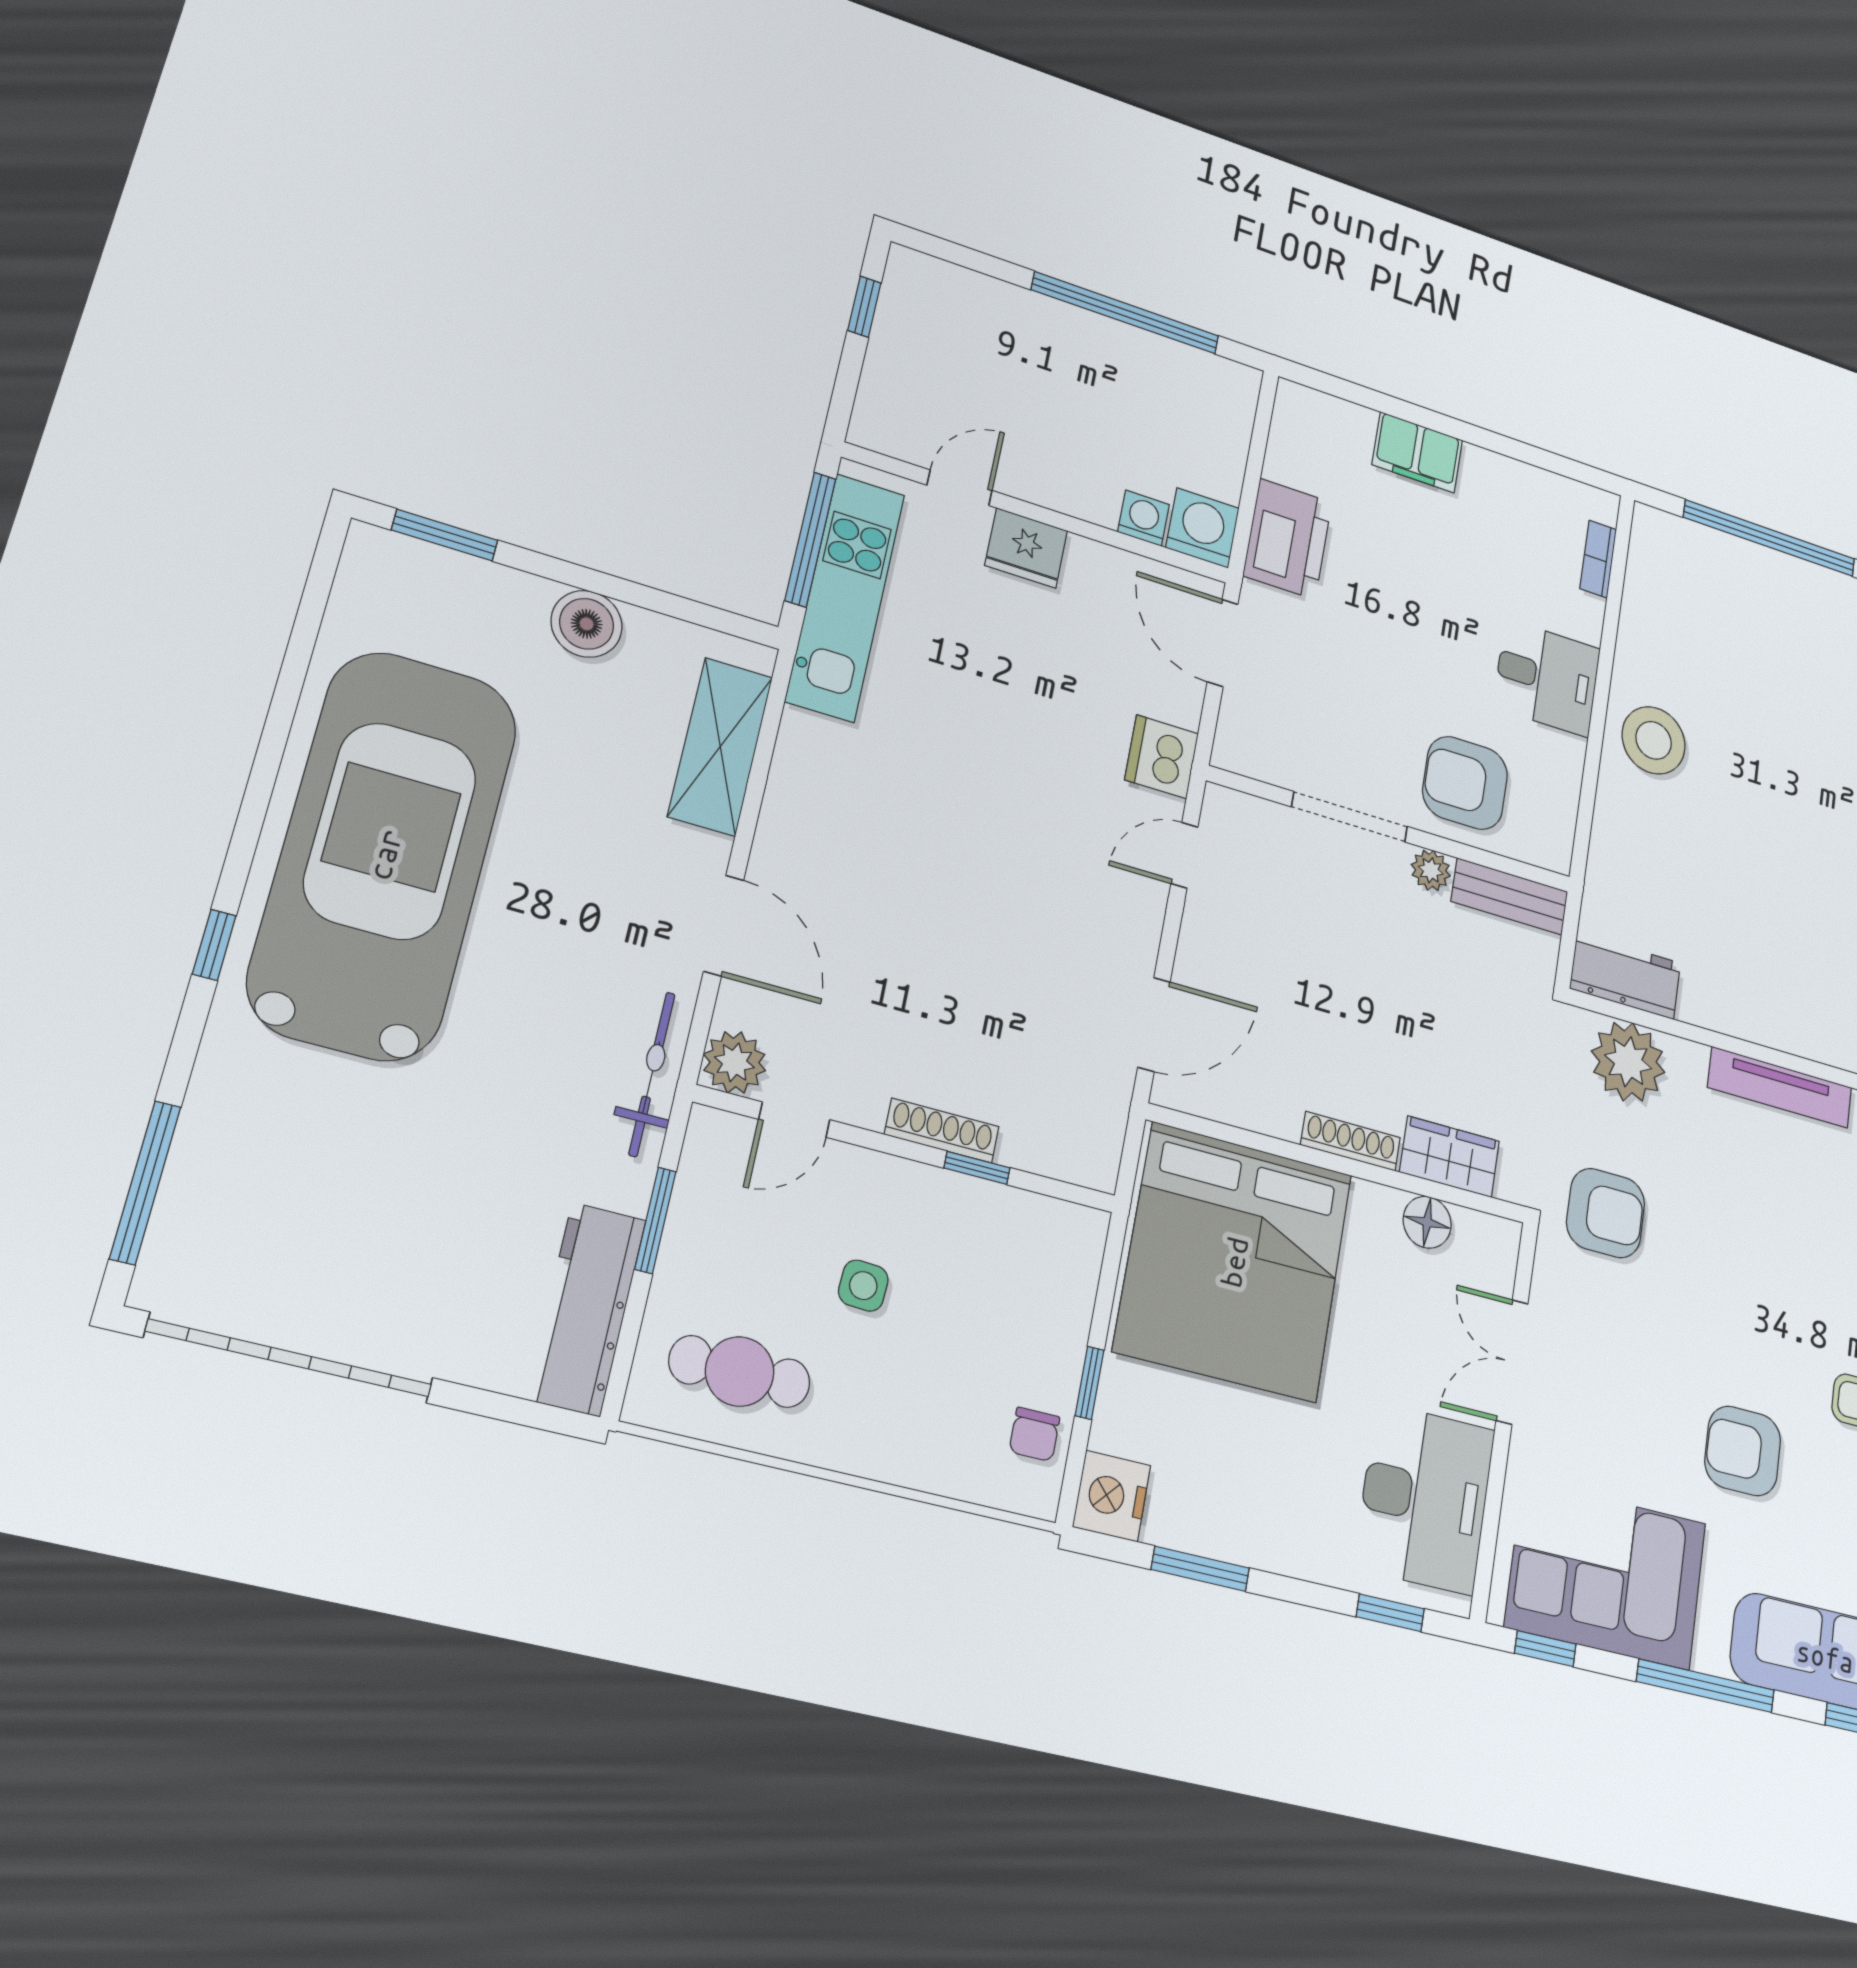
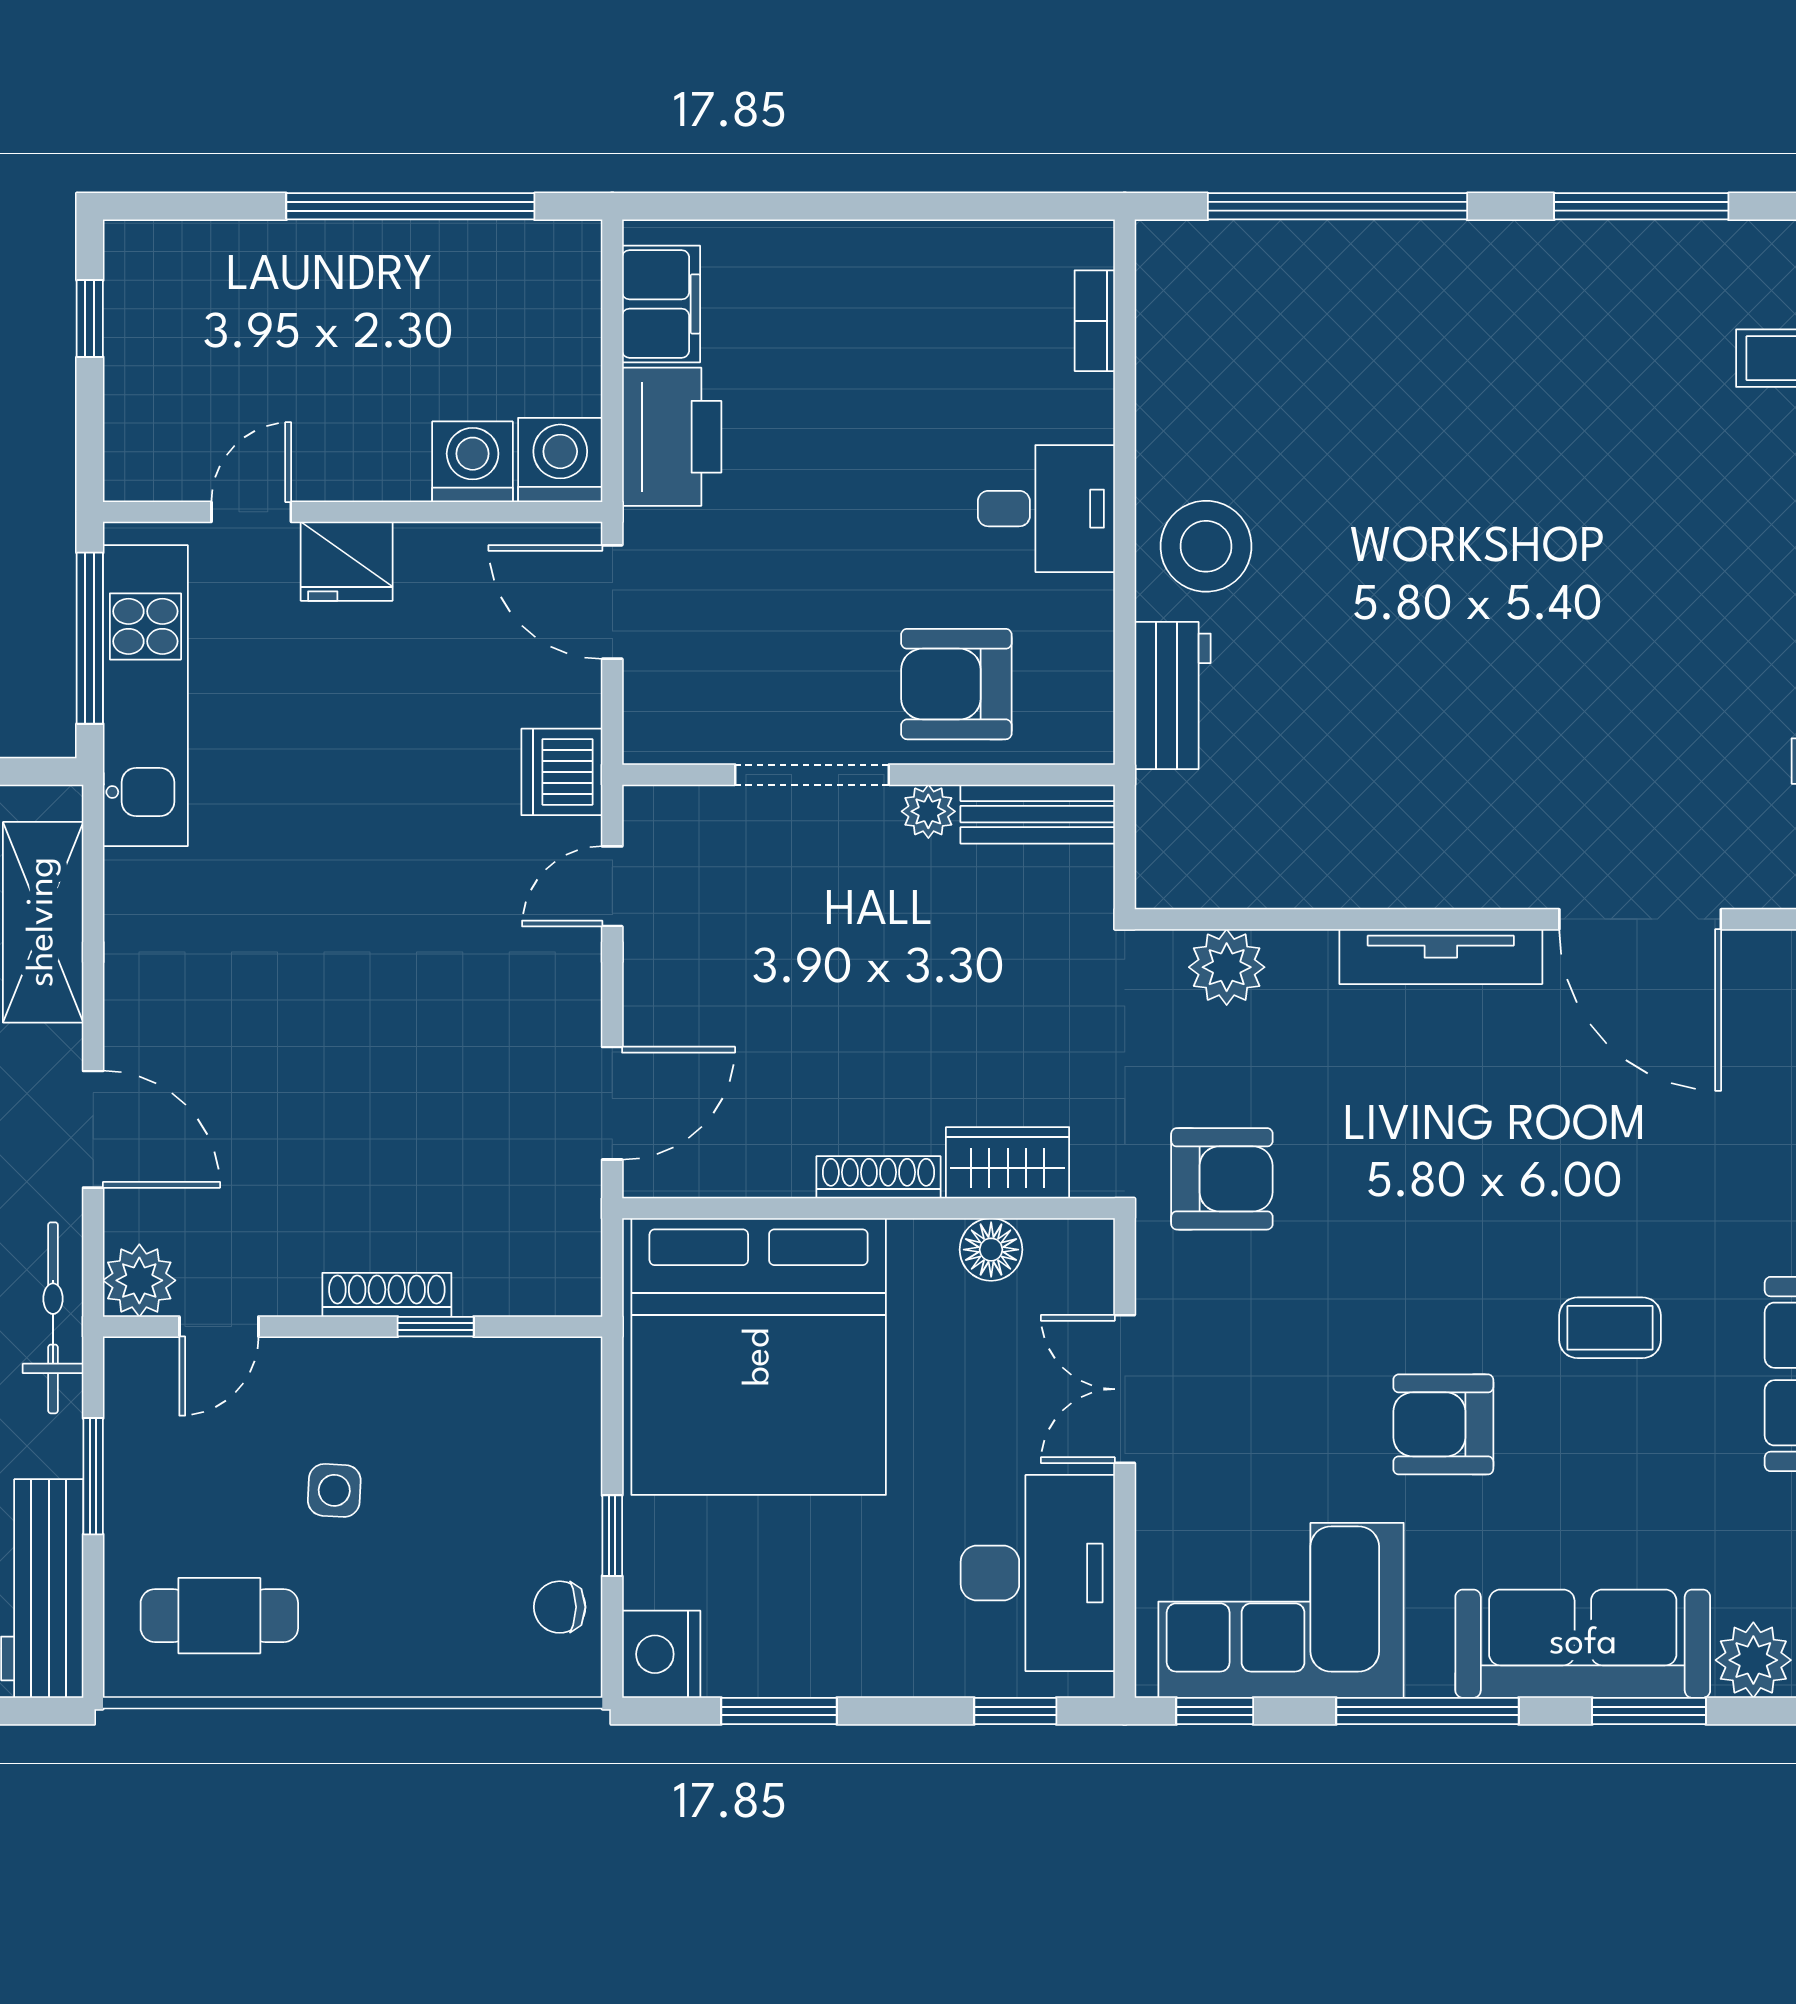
filing cabinet: (1417, 452) -> (661, 304), moved, turned -90
washing machine: (1143, 518) -> (473, 462), width x1.38, depth x1.38
workbench: (1625, 976) -> (1173, 695), moved, turned 90
plant: (1628, 1062) -> (1227, 967), width x0.73, depth x0.73
chair: (1034, 1434) -> (560, 1607), turned 90

